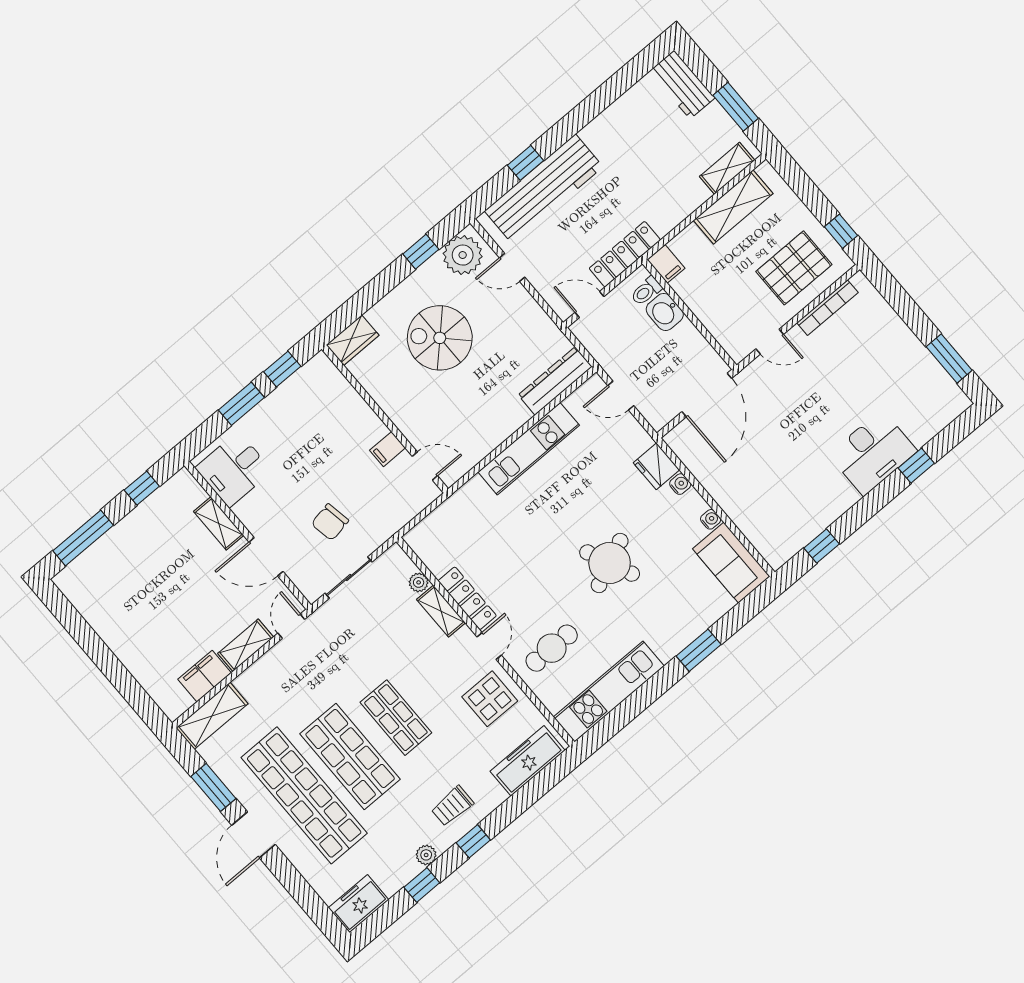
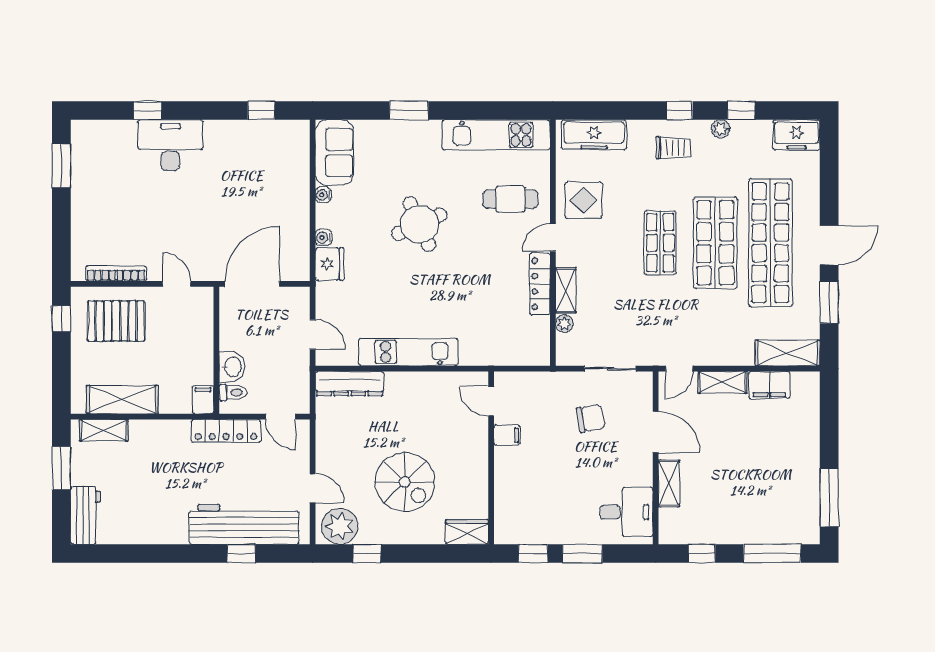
window: (75, 625) -> (829, 498), added

